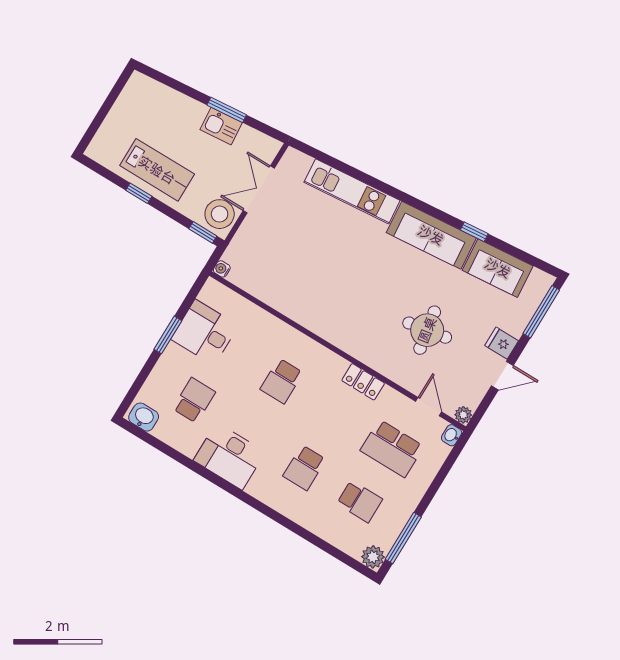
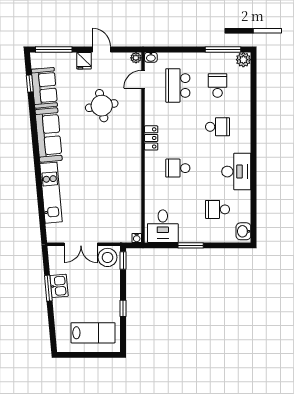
lab bench: (157, 170) -> (93, 333), moved, turned 90
window: (474, 232) -> (30, 83), moved
desk: (205, 332) -> (163, 226), moved
school desk: (282, 381) -> (178, 168), turned 180
locker: (363, 382) -> (151, 138), moved
school desk: (392, 448) -> (178, 85), turned 180

